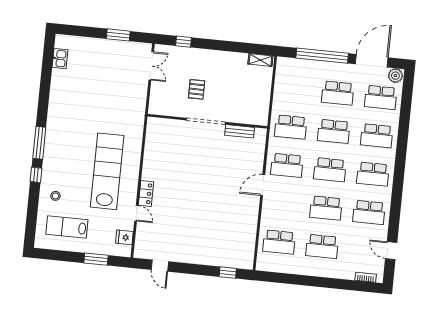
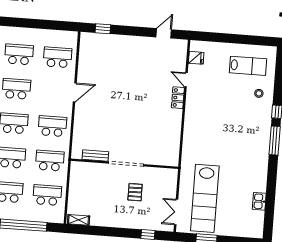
kitchen sink: (60, 59) -> (259, 201), moved
school desk: (295, 89) -> (47, 195), added
lab bench: (107, 171) -> (205, 198), moved
door: (263, 185) -> (75, 92), moved
window: (96, 259) -> (221, 38), removed
door: (160, 266) -> (164, 33), hinge flipped

